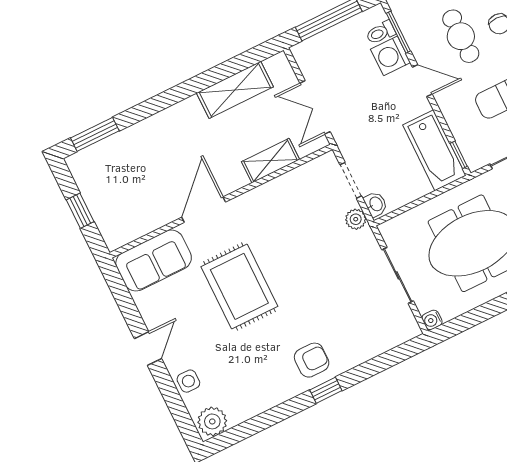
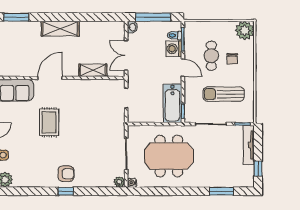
shelving: (235, 90) -> (60, 29), moved
washbasin: (376, 204) -> (132, 27), moved
plant: (356, 219) -> (119, 182), moved
rug: (239, 286) -> (49, 122), width x0.73, depth x0.70

